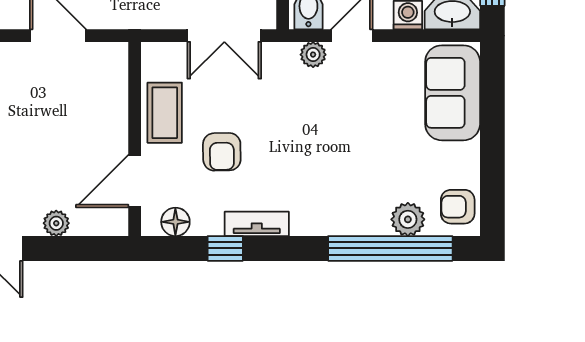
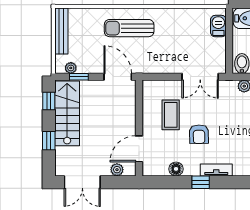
wall: (135, 139) -> (139, 128), moved
door: (135, 181) -> (139, 149), moved

